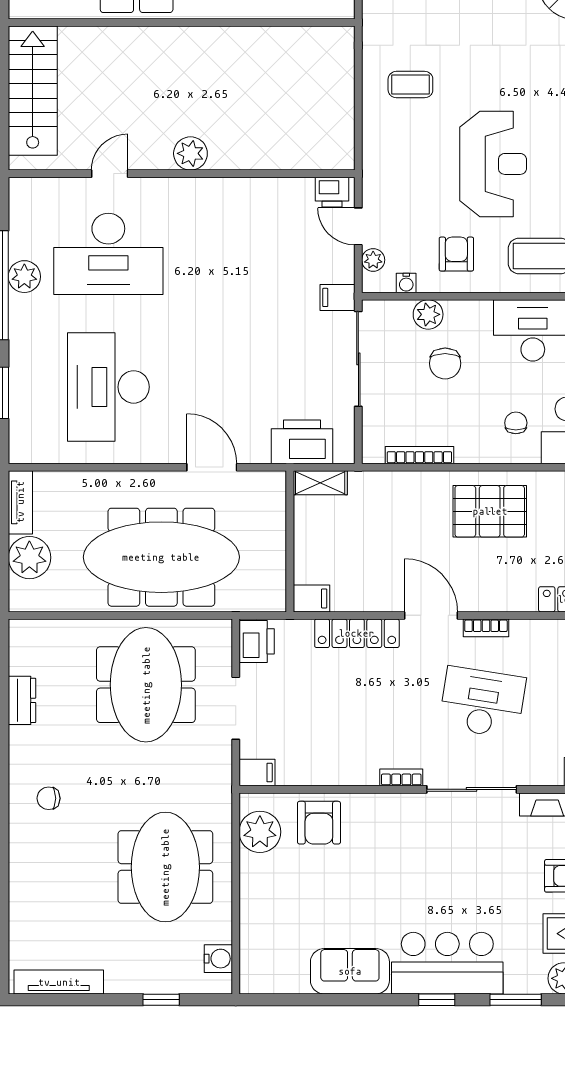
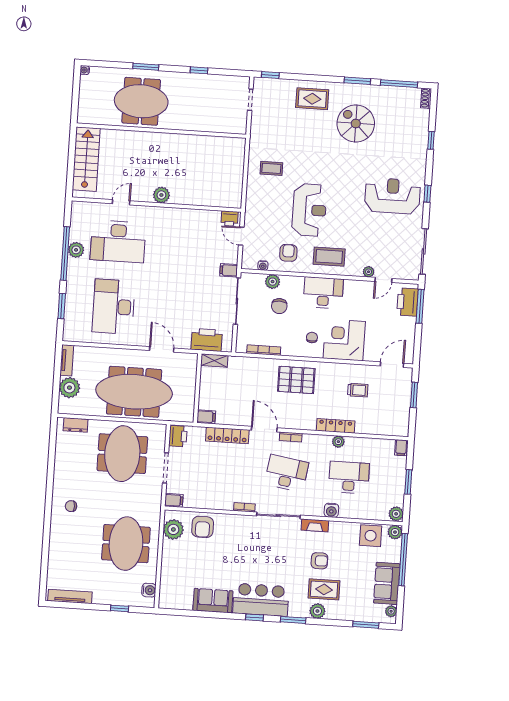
plant: (373, 260) -> (247, 253), removed
dresser: (22, 700) -> (76, 425), moved, turned 90

